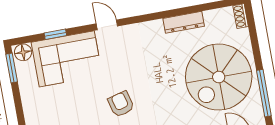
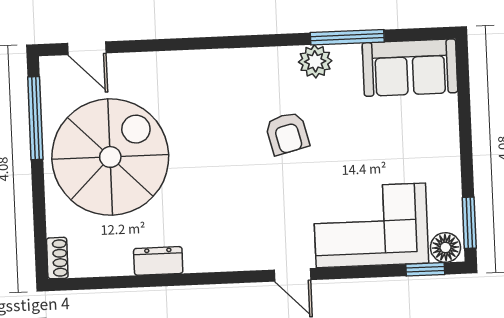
dresser: (184, 22) -> (158, 261), width x0.70
window: (55, 34) -> (425, 269), moved

